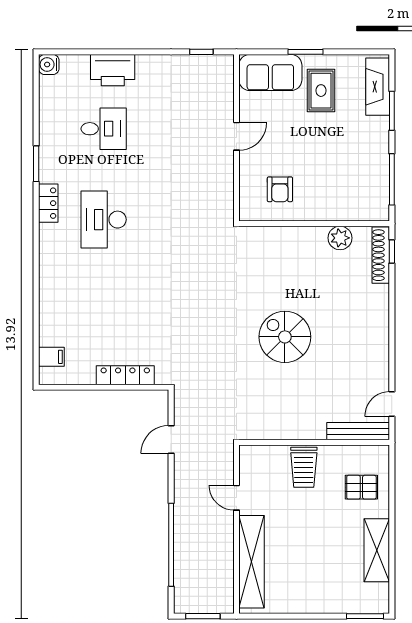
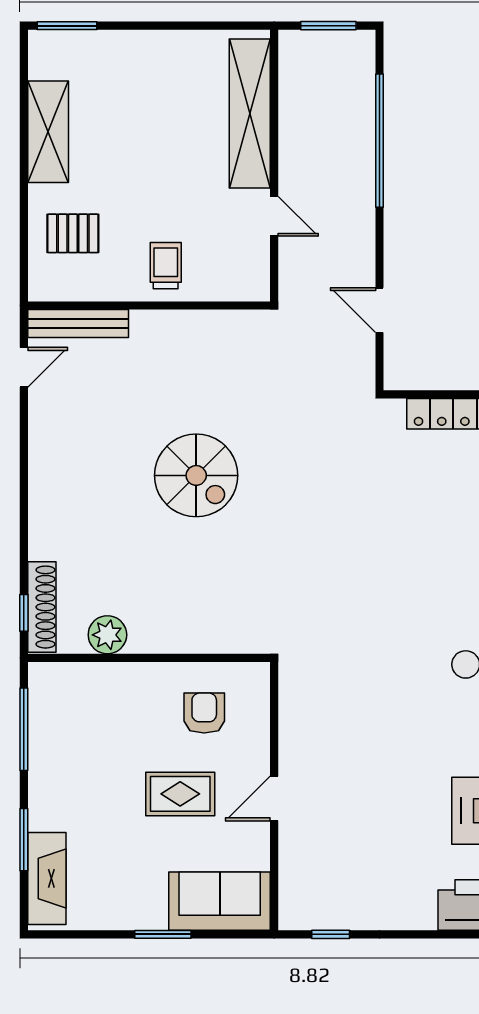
rug: (321, 91) -> (180, 794), moved, turned 90
door: (171, 439) -> (379, 310), swing flipped
trolley: (304, 467) -> (166, 266), width x0.73, depth x0.72

